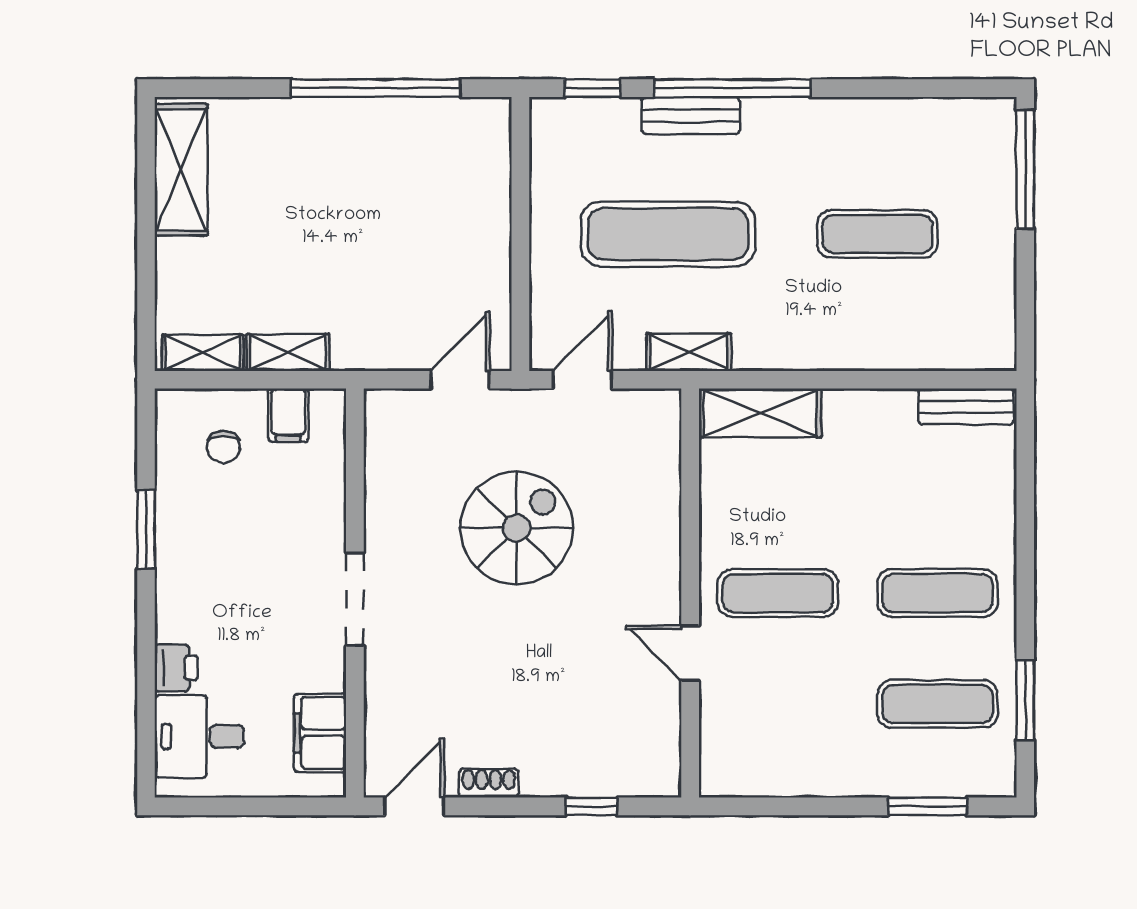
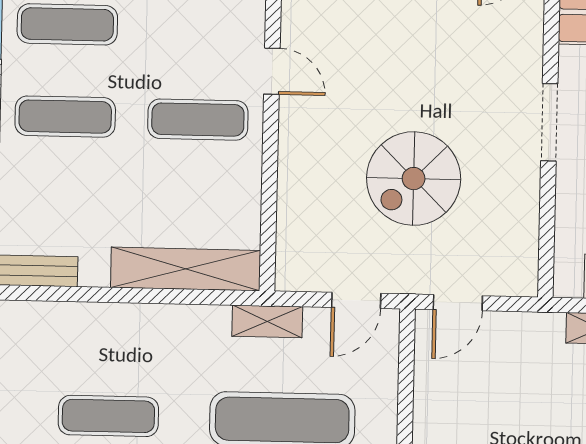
shelving: (760, 413) -> (186, 269), width x1.47

